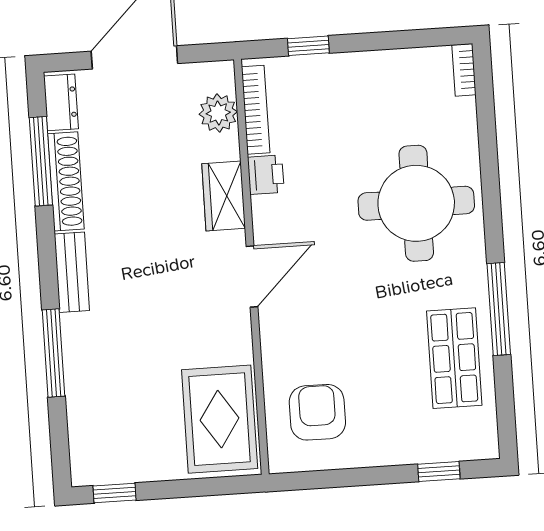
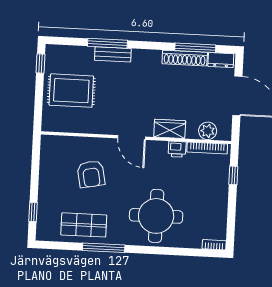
bench: (72, 272) -> (113, 54), moved
armchair: (317, 412) -> (91, 174), moved, turned 79
rug: (220, 419) -> (71, 91), moved

